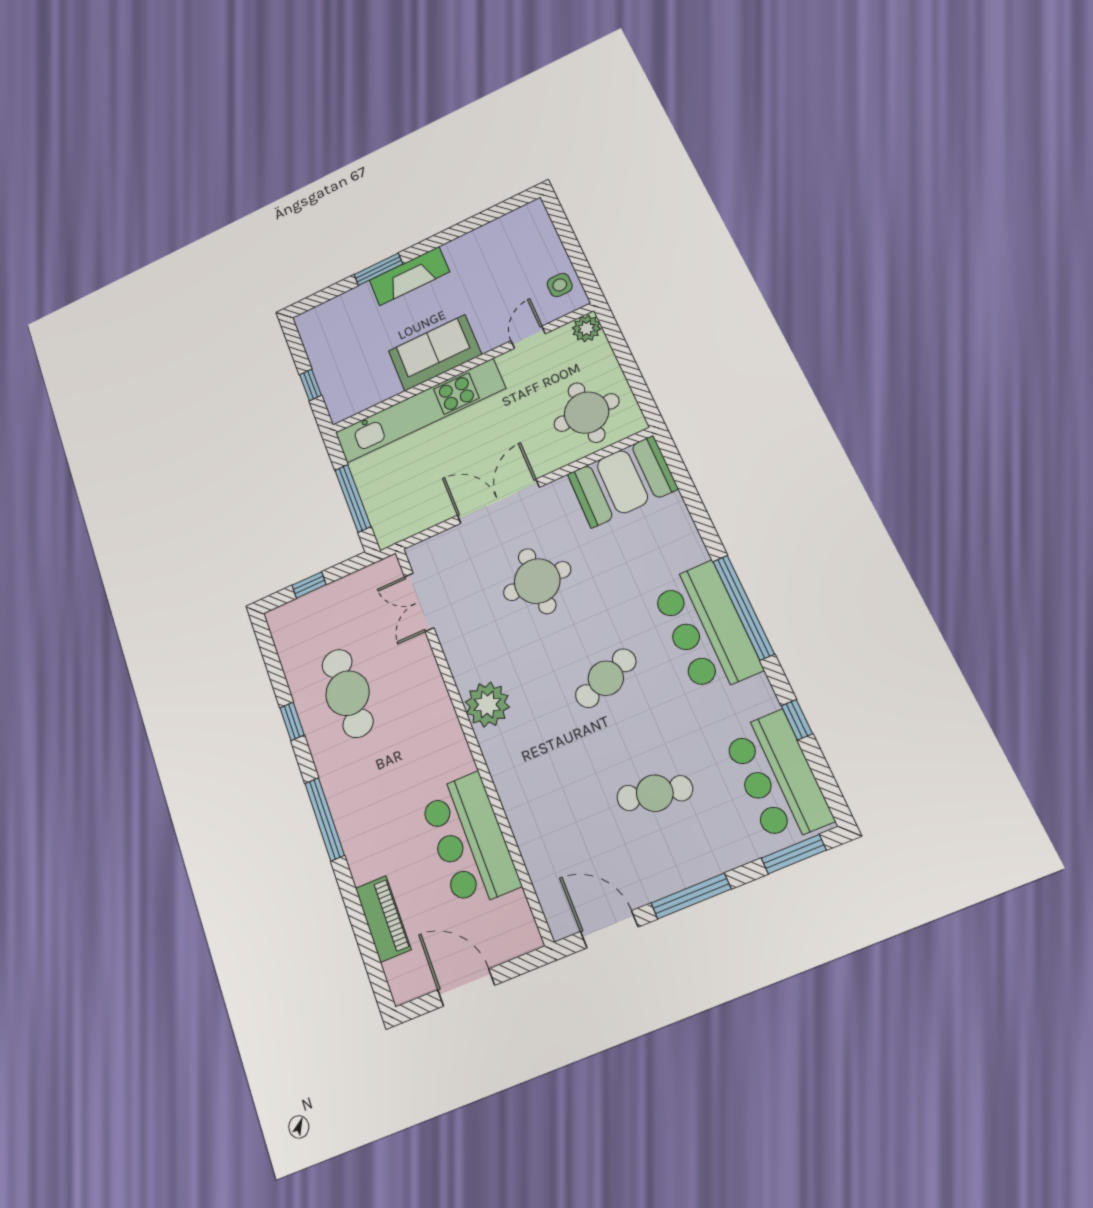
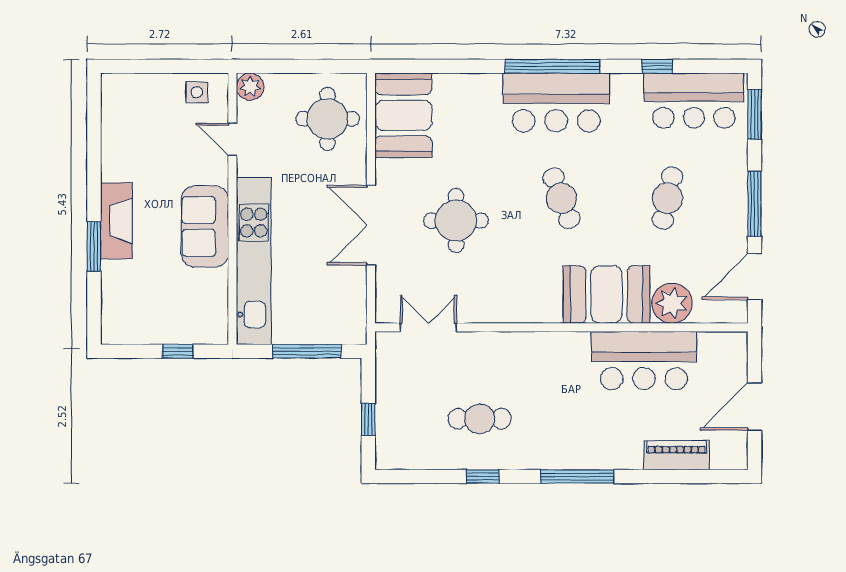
double door: (419, 602) -> (428, 327), swing flipped
cafe table: (347, 693) -> (480, 419), width x0.73, depth x0.74
plant: (487, 705) -> (672, 303), moved
booth: (523, 770) -> (606, 294), added

